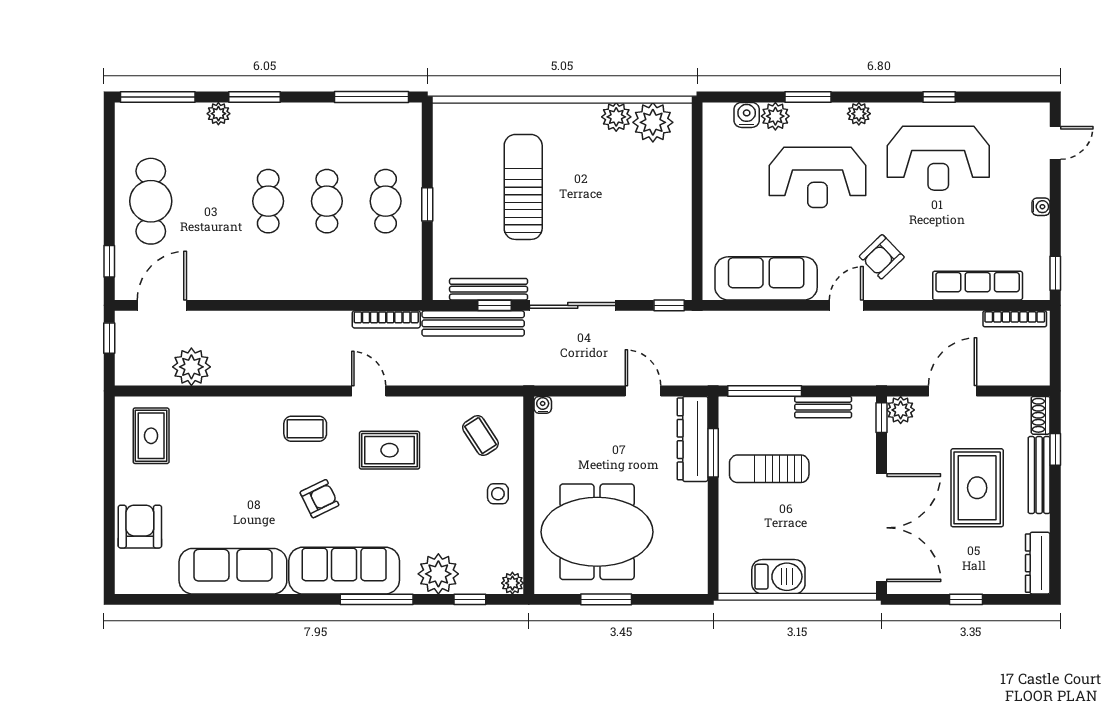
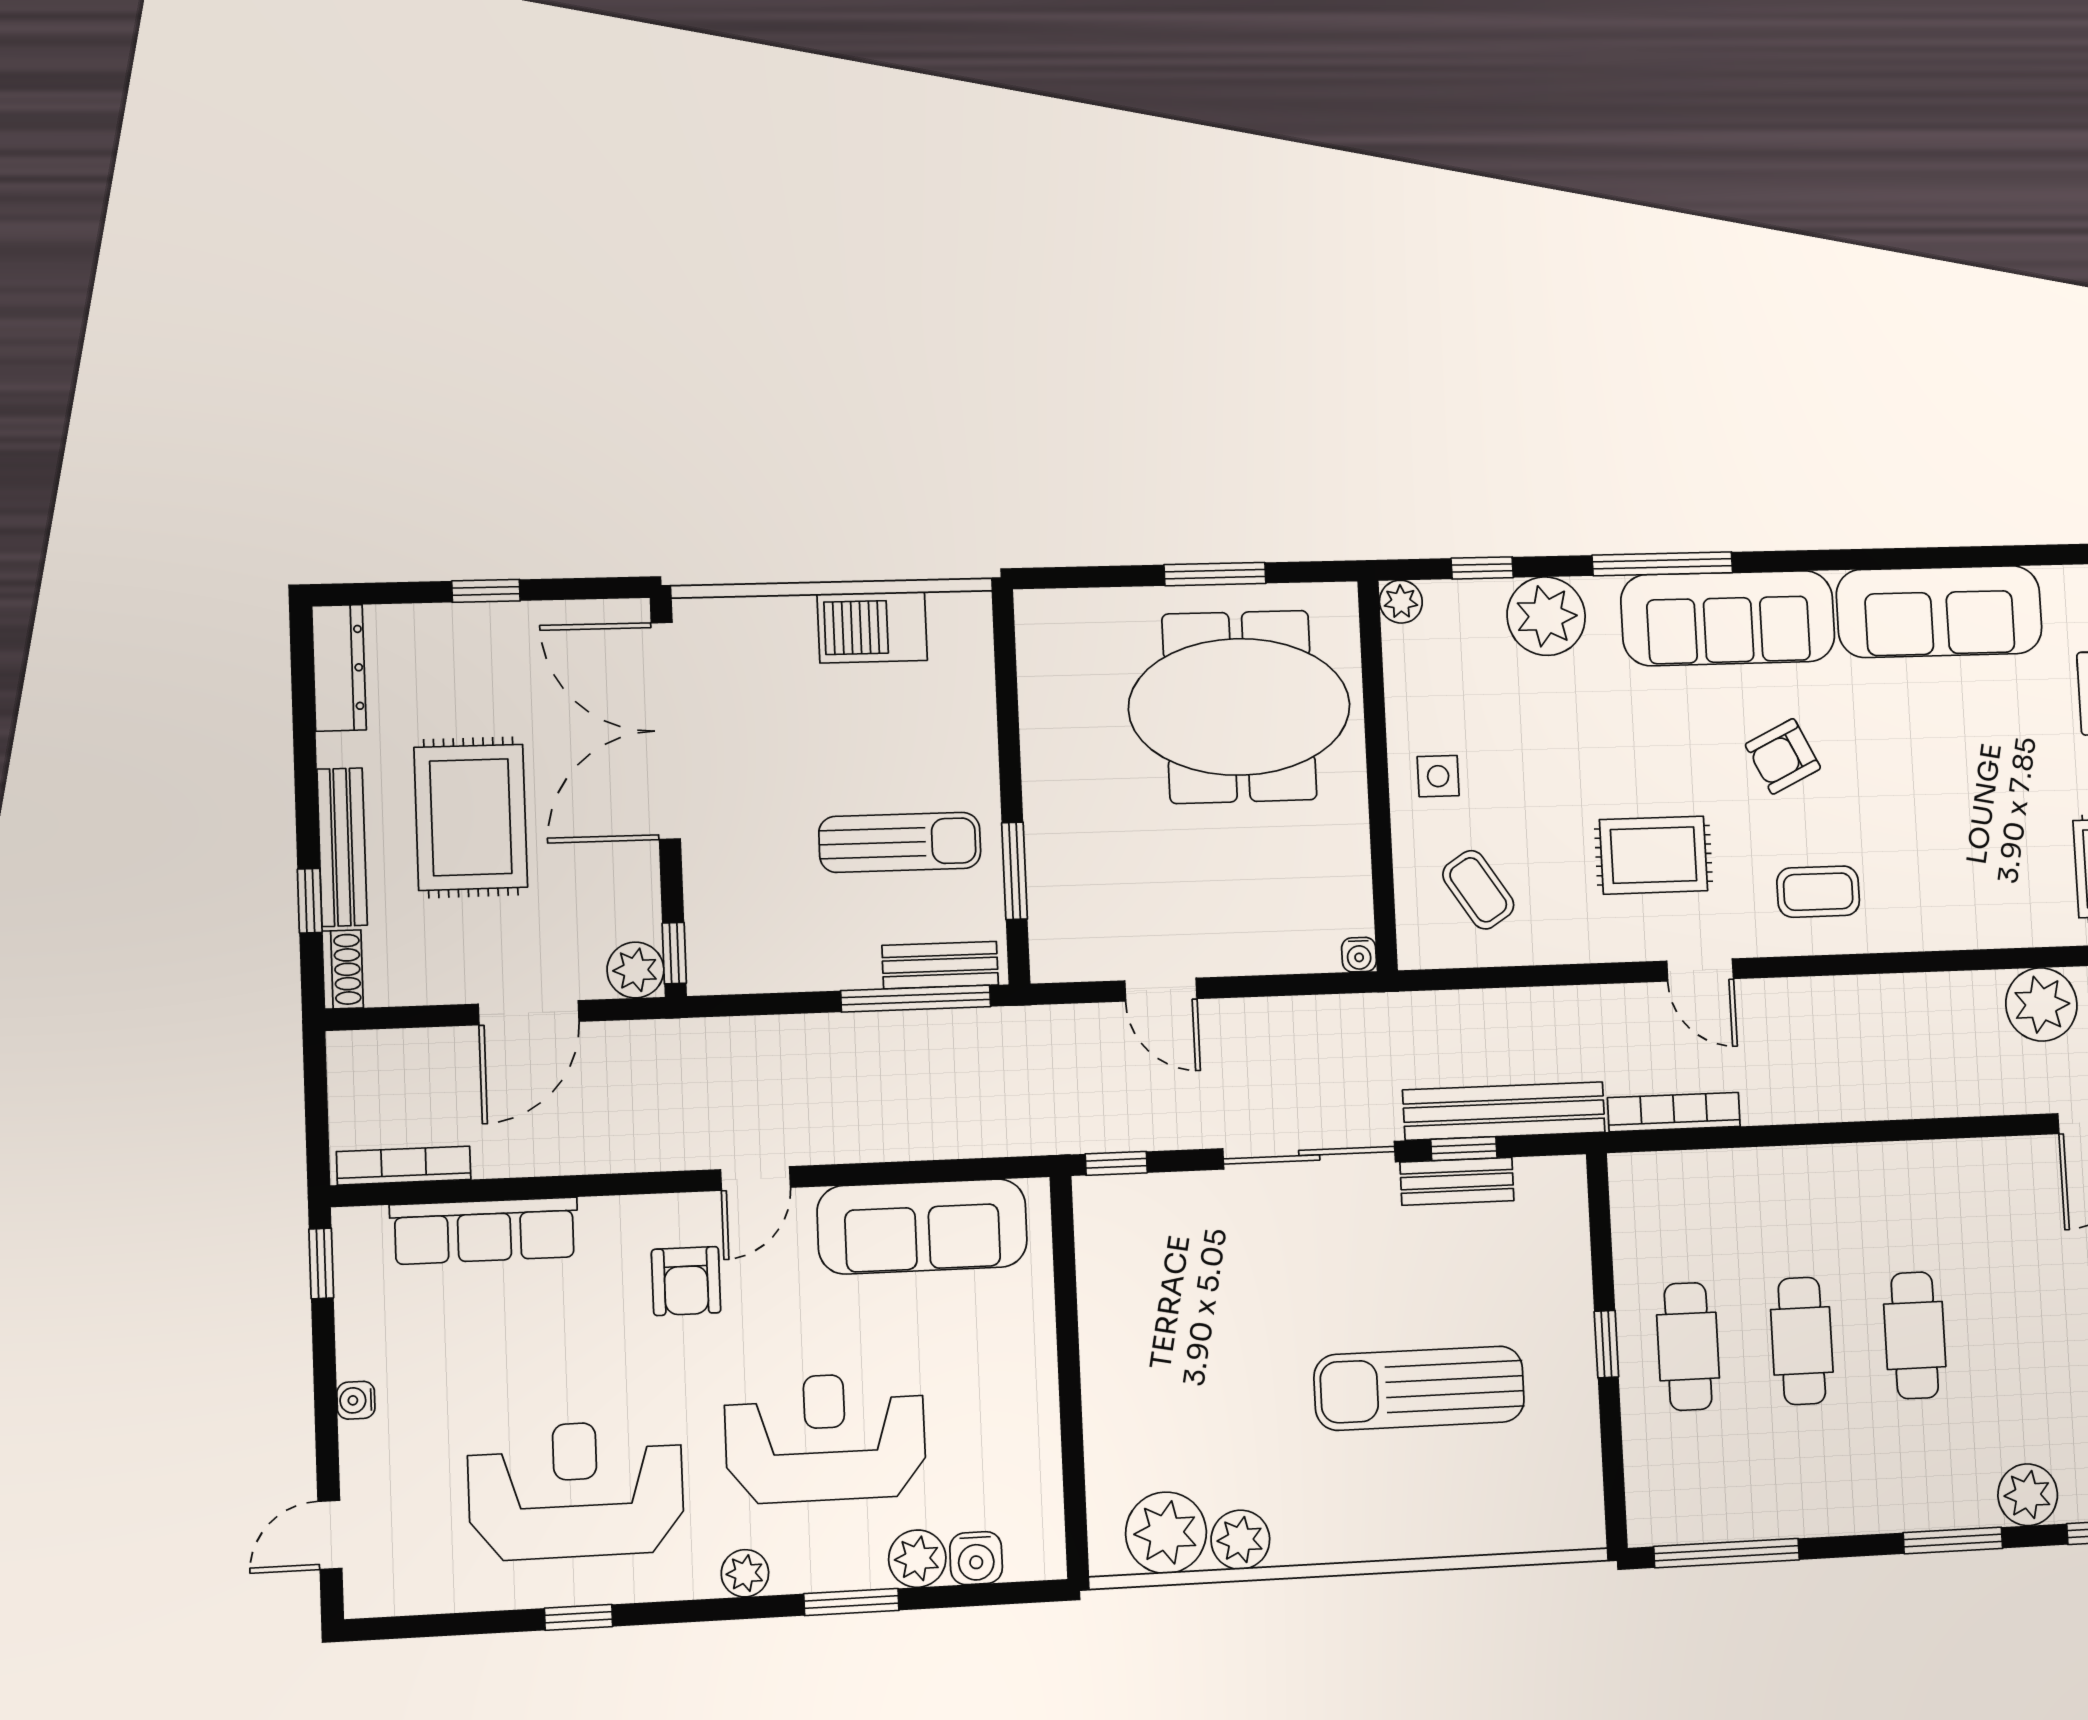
plant: (218, 114) -> (2028, 1495), width x1.38, depth x1.38
sun lounger: (523, 187) -> (1419, 1388), turned 90
armchair: (882, 257) -> (686, 1281), turned 134
bench: (489, 289) -> (1457, 1181), width x0.73
bench: (823, 407) -> (940, 965), moved
dresser: (693, 439) -> (1057, 897), removed

